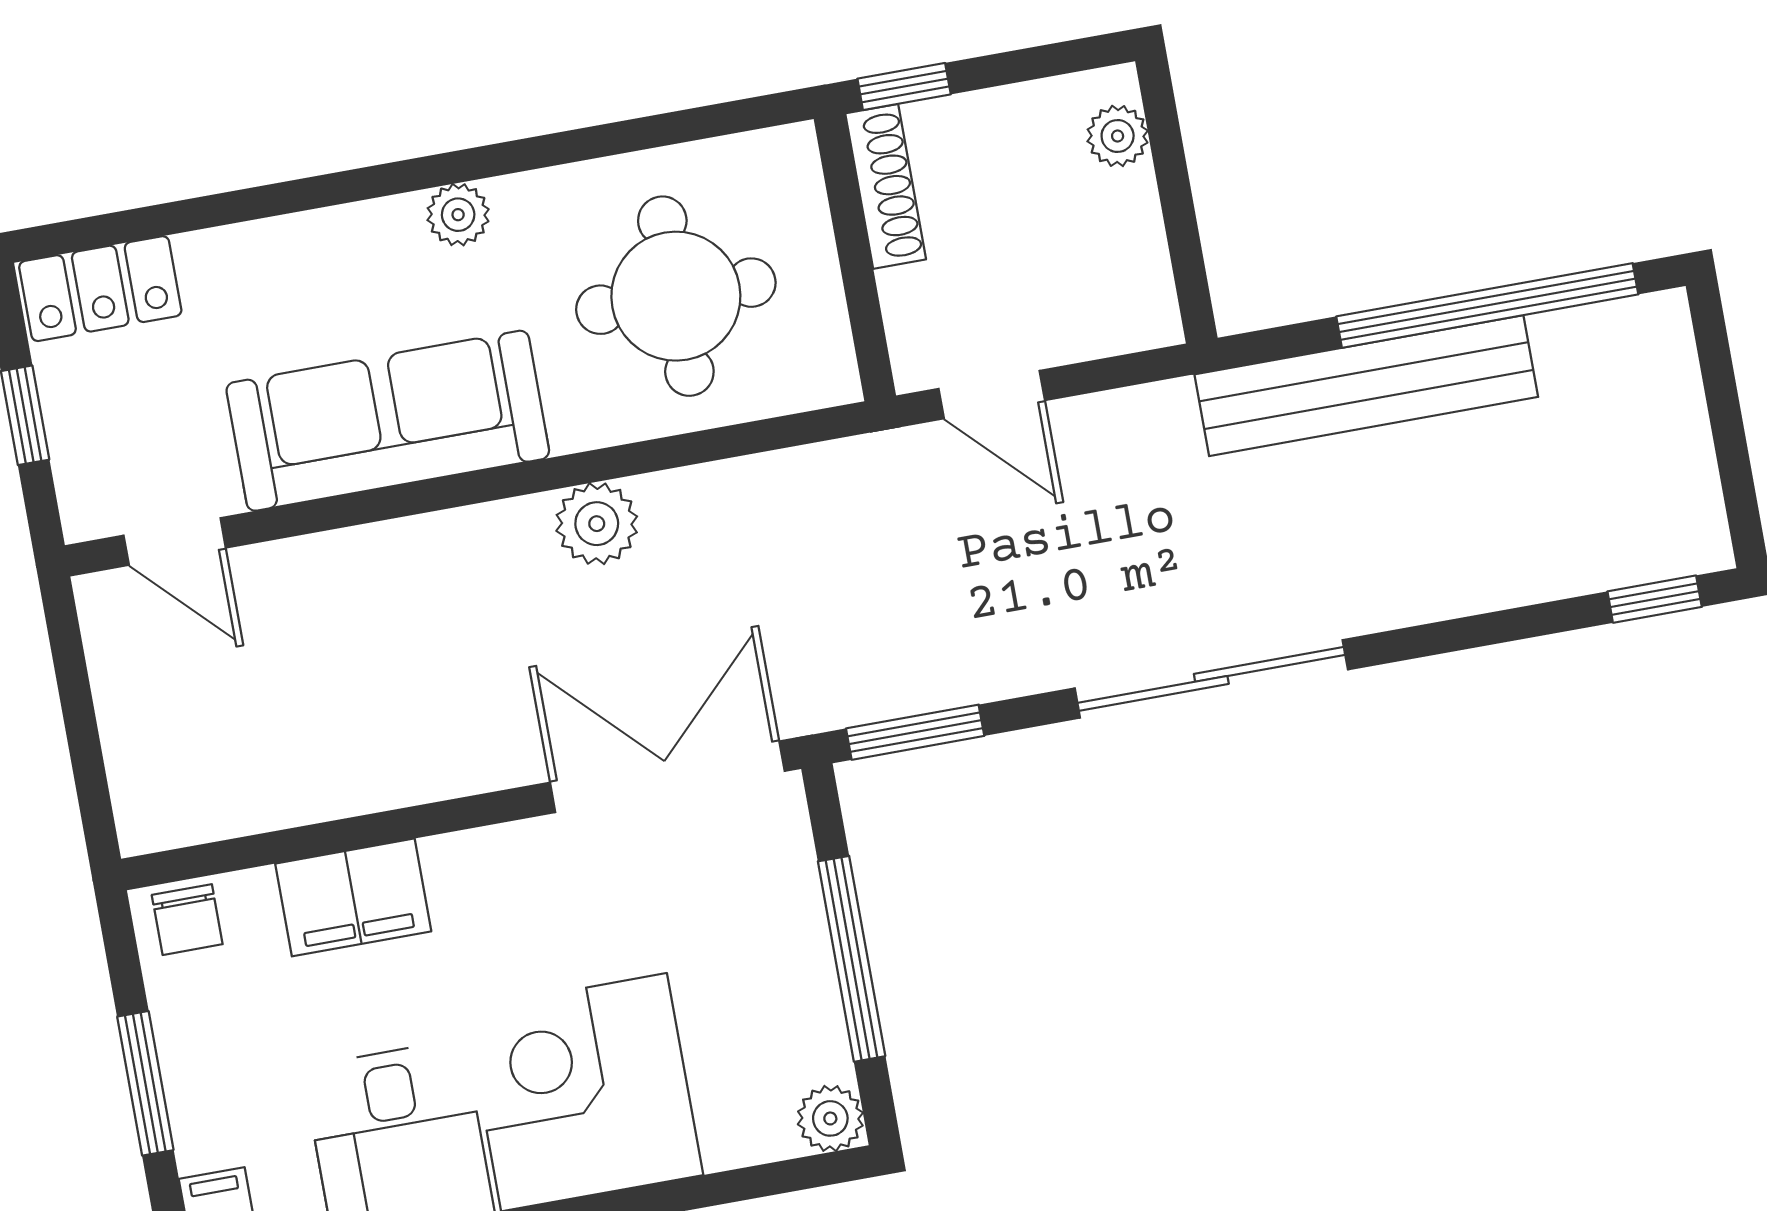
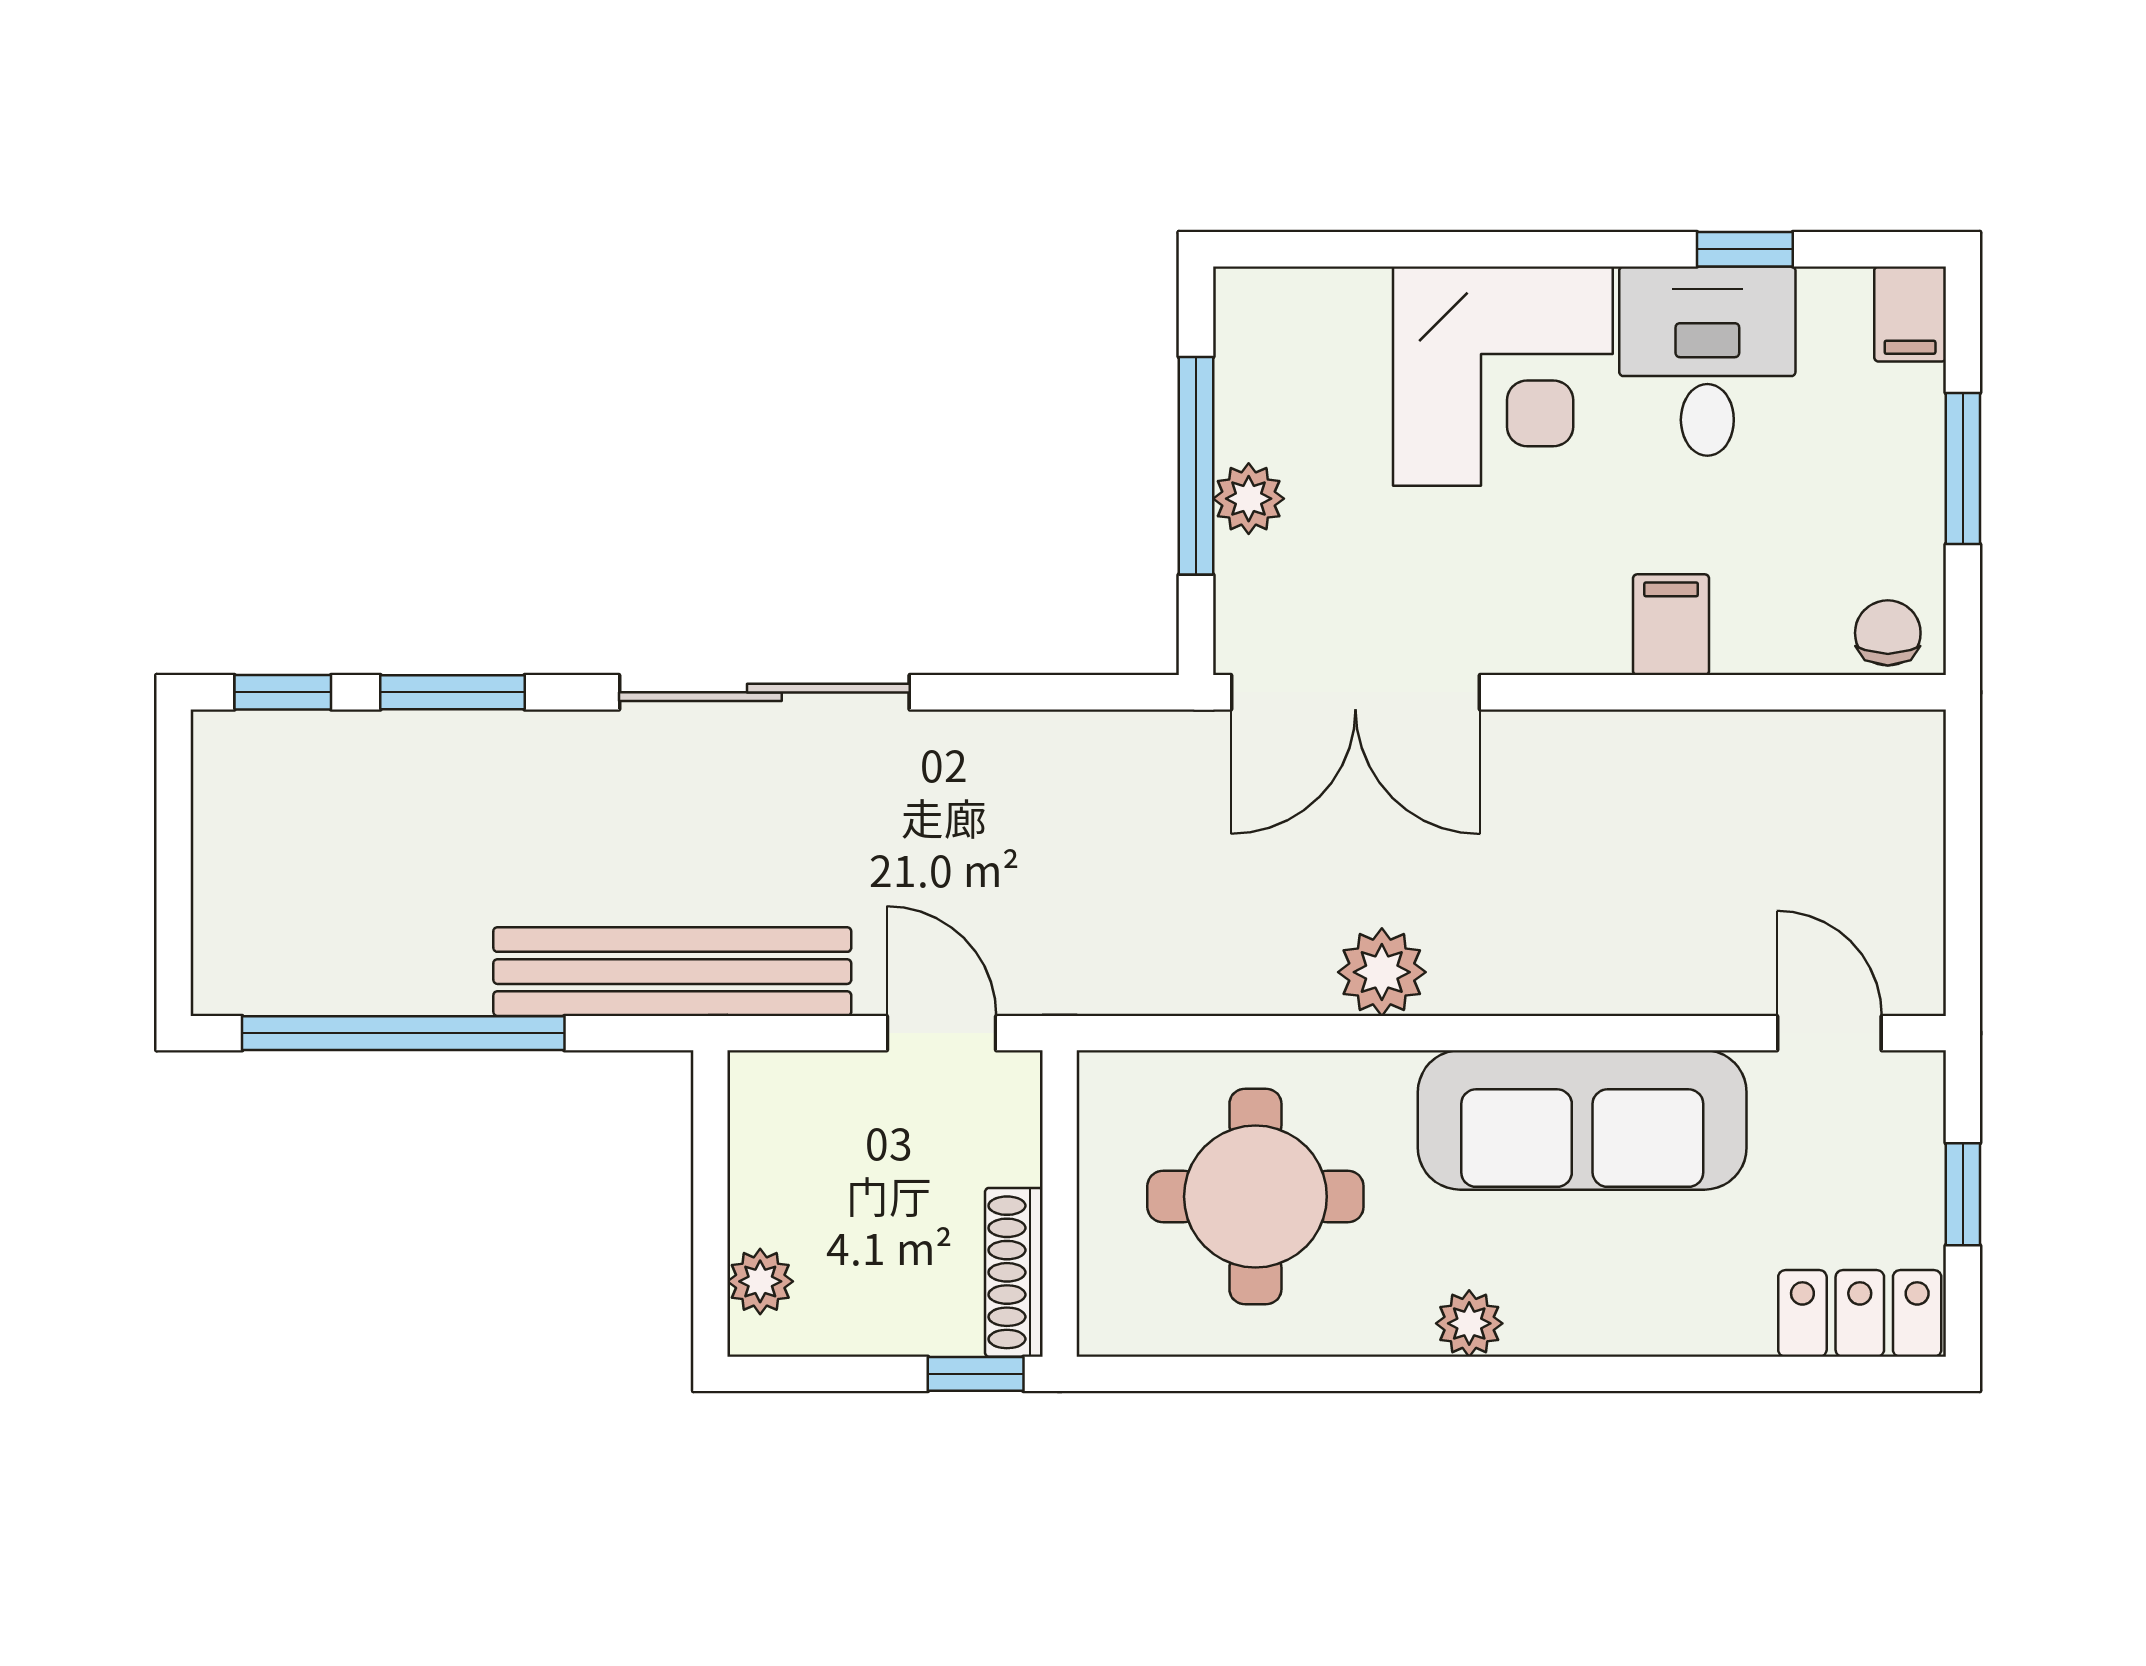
bench: (1366, 386) -> (672, 972), moved
window: (915, 732) -> (453, 692), moved
filing cabinet: (353, 897) -> (1671, 625), width x0.50
plant: (830, 1118) -> (1249, 499), moved

